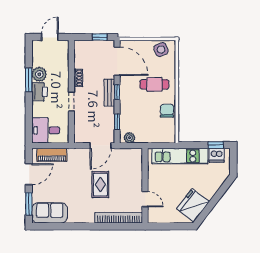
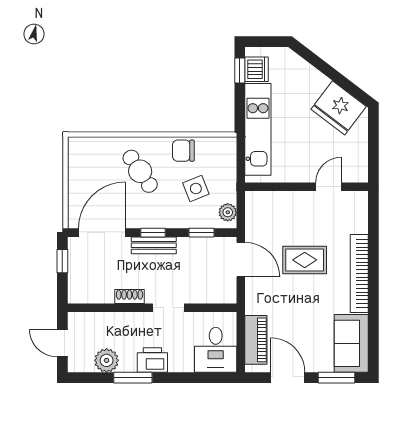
side table: (161, 50) -> (196, 189), moved
plant: (39, 74) -> (107, 360), moved
cafe table: (154, 84) -> (140, 171), turned -34
bookcase: (119, 218) -> (359, 273), moved

